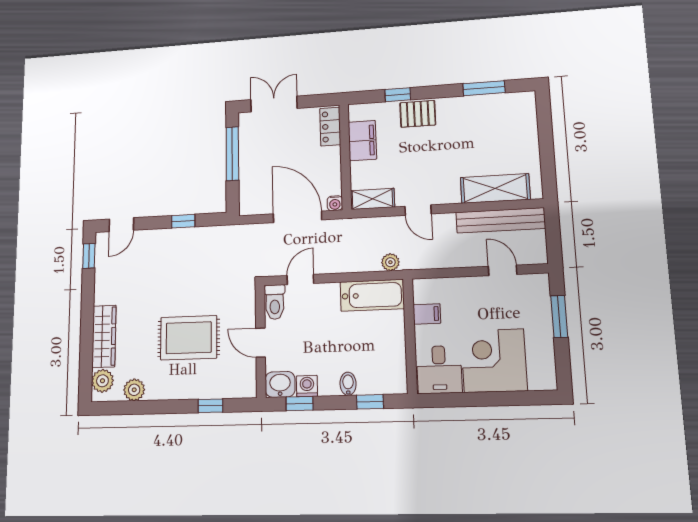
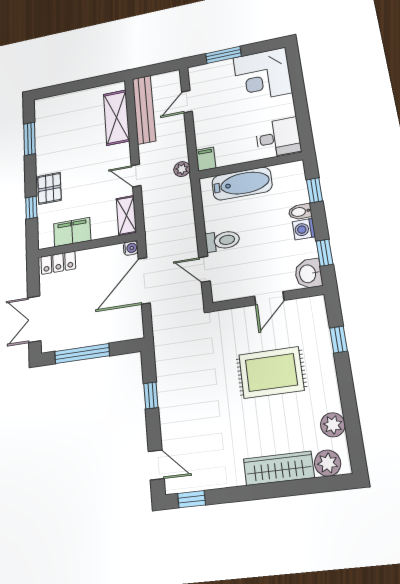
door: (418, 210) -> (136, 176), swing flipped
plant: (390, 262) -> (182, 169), moved
bathtub: (372, 295) -> (242, 184), moved, turned 90
toilet: (275, 302) -> (222, 241), moved
filing cabinet: (427, 314) -> (206, 159), moved
rug: (189, 338) -> (271, 372), turned 90
corner desk: (494, 361) -> (262, 75), moved
washing machine: (307, 386) -> (304, 229), moved

